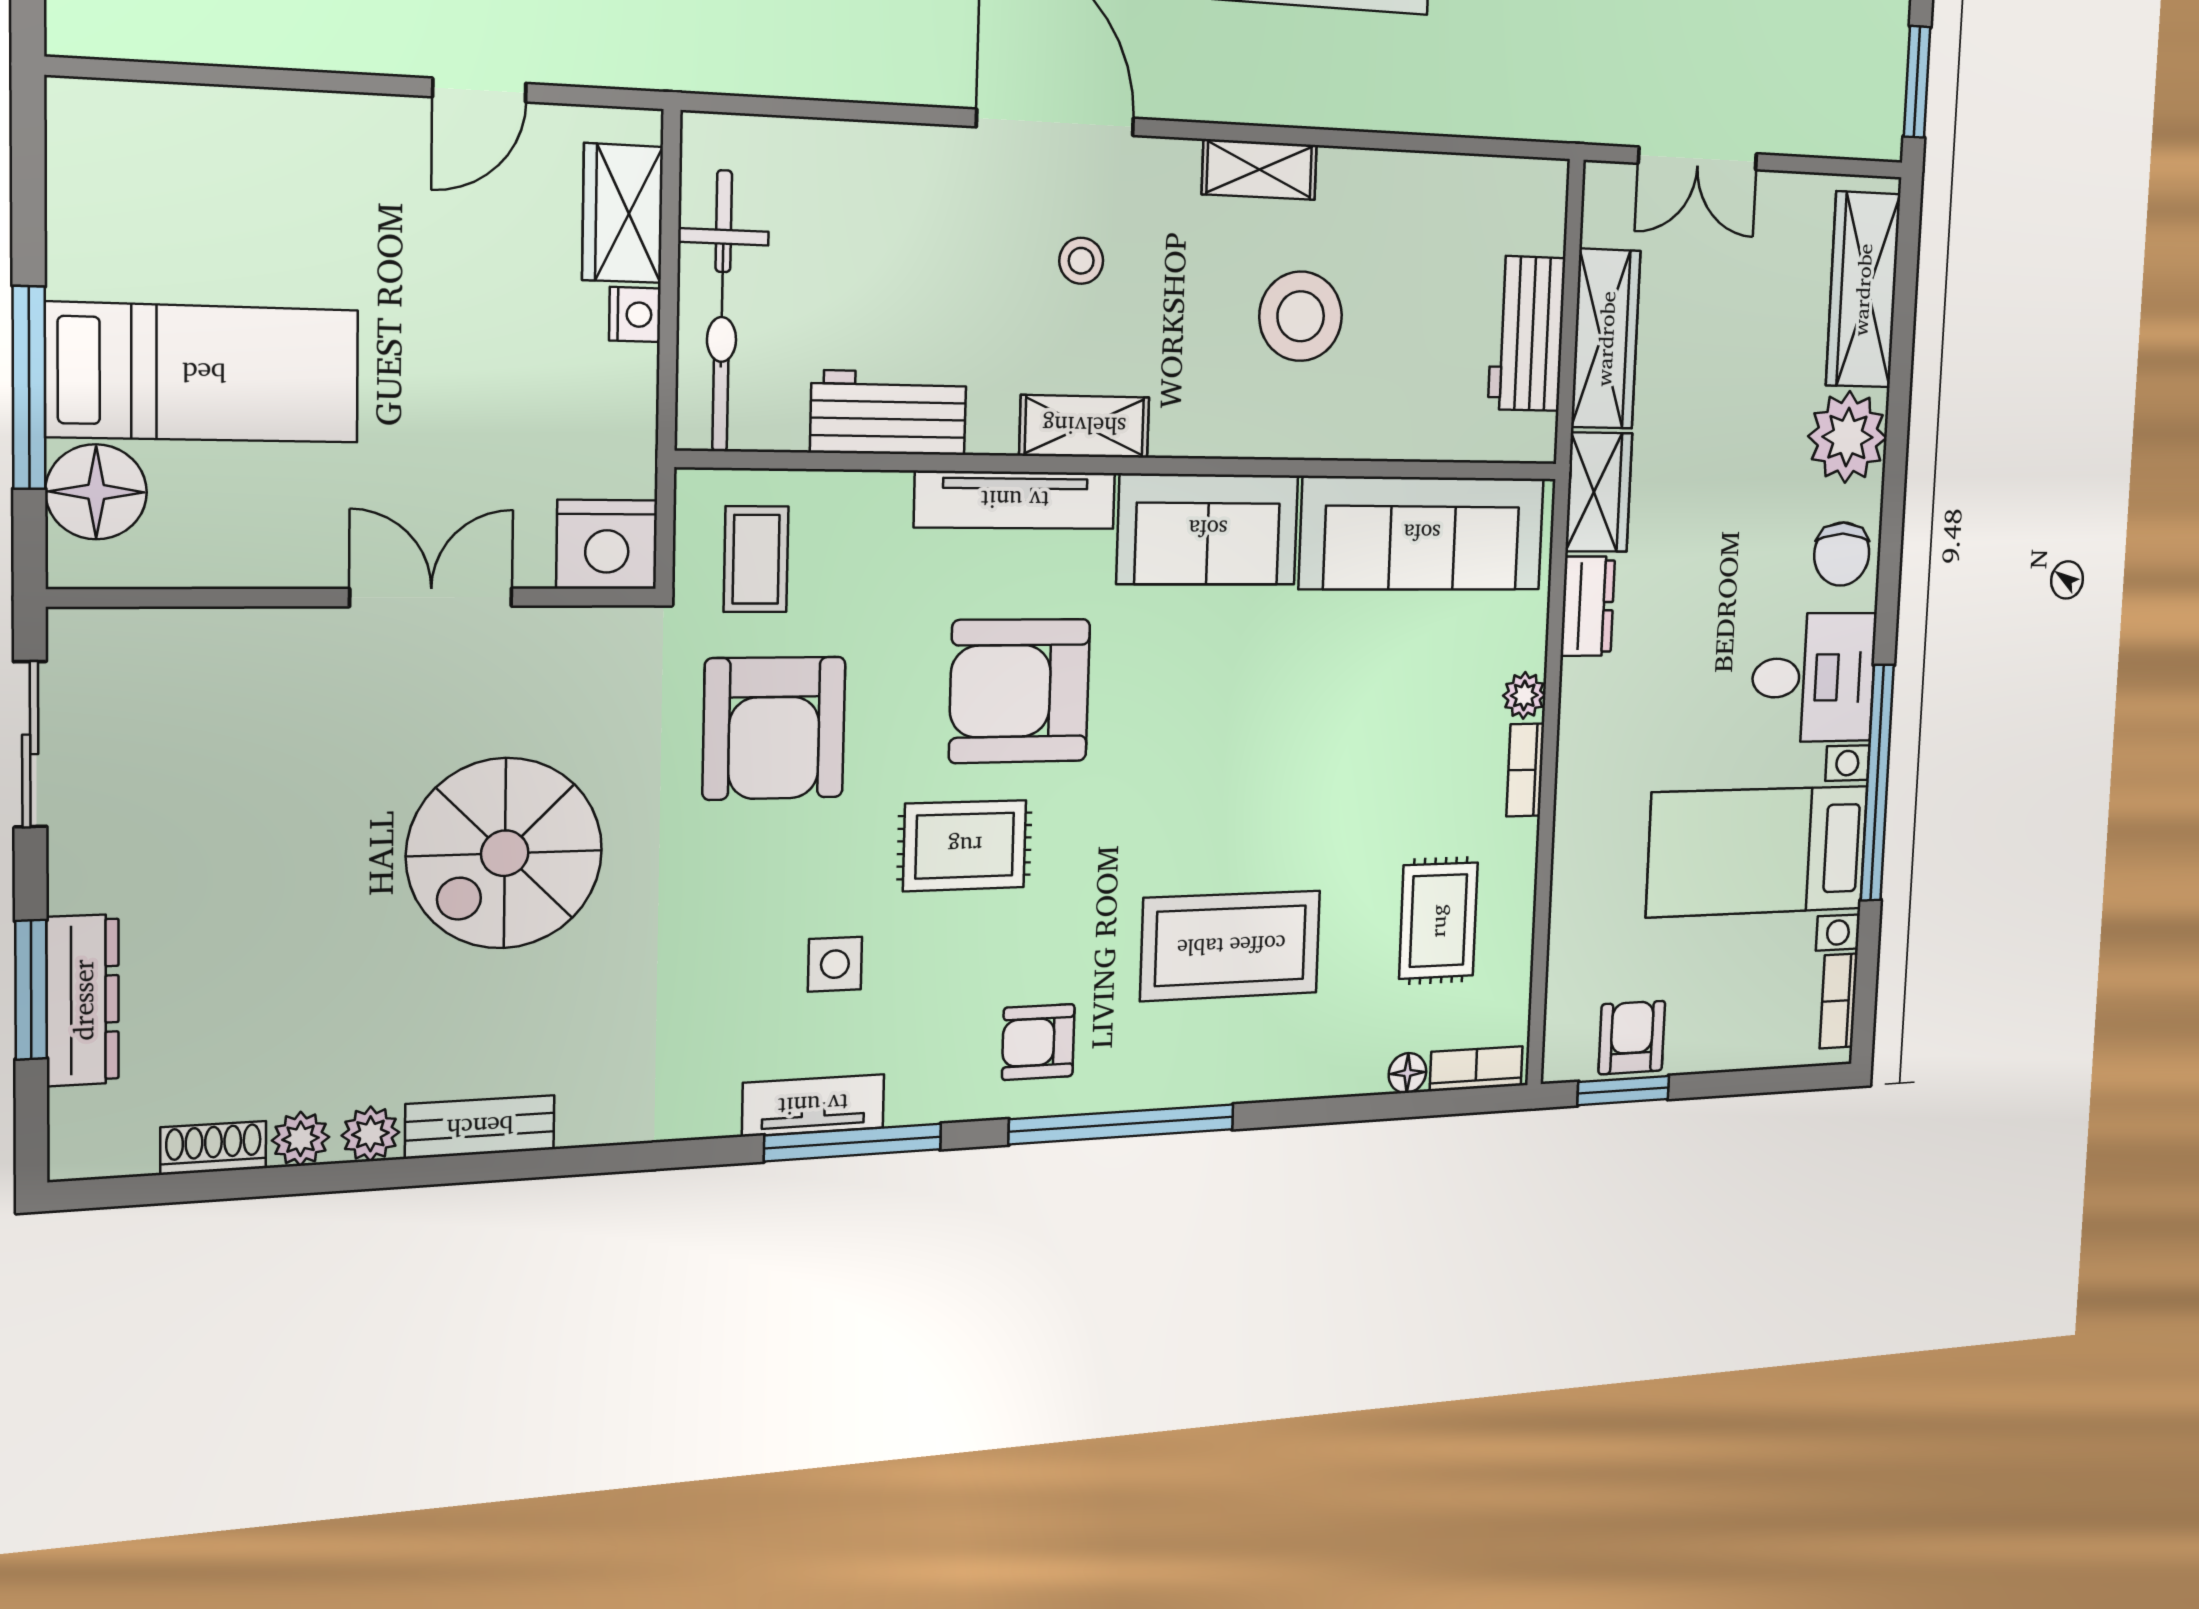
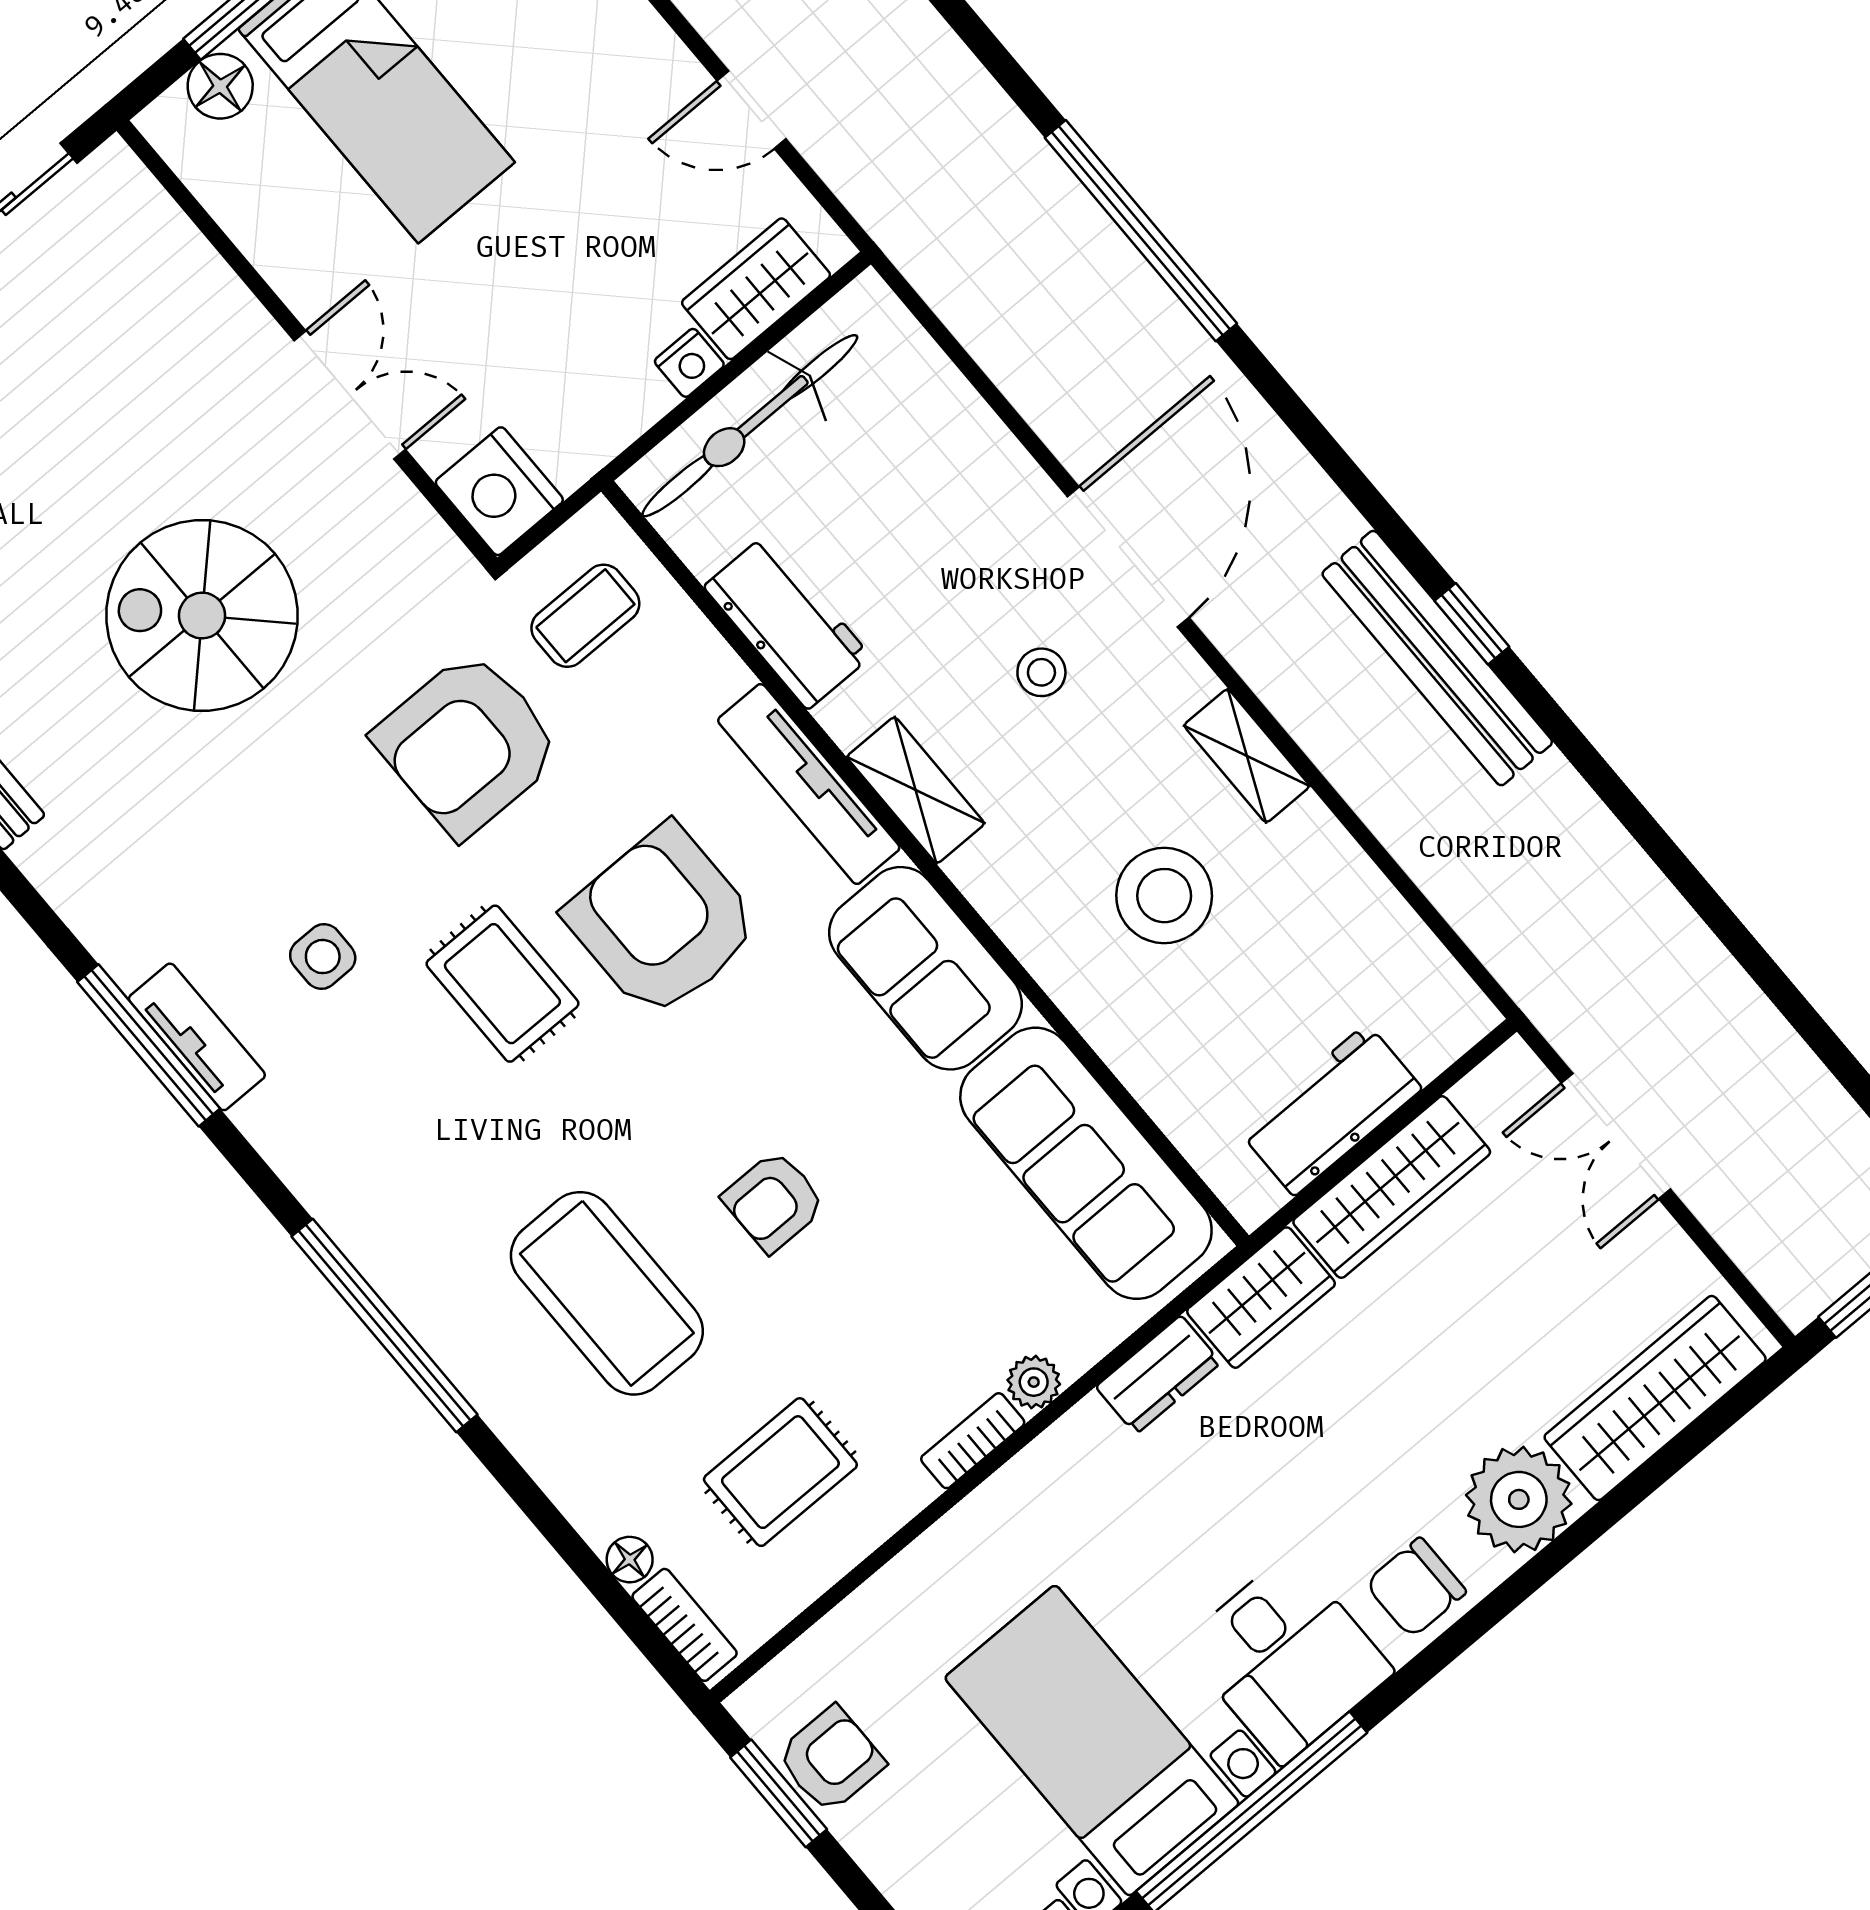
floor lamp: (96, 492) -> (220, 86), width x0.73, depth x0.73
armchair: (1038, 1042) -> (774, 1201), moved, turned -90
window: (853, 1142) -> (149, 1045), moved

